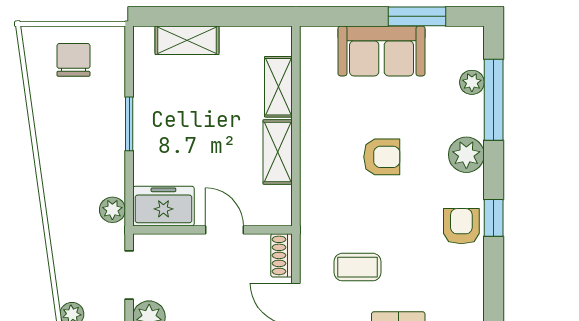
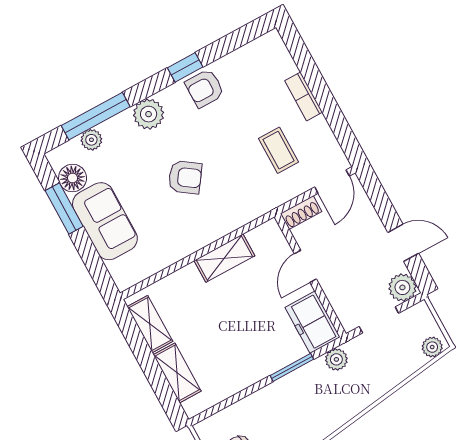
floor lamp: (443, 42) -> (73, 178), added
shelving: (278, 87) -> (150, 324), moved, turned 90
window: (129, 124) -> (292, 367), moved
armchair: (382, 157) -> (185, 177), turned 125

